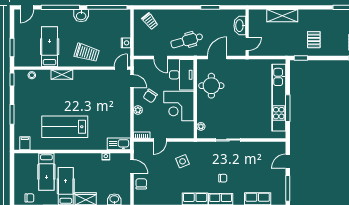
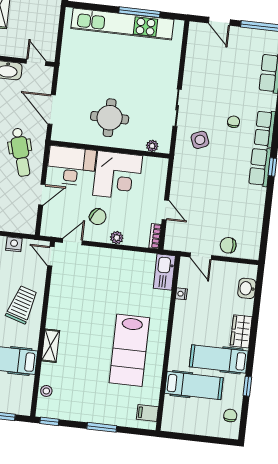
round table: (211, 86) -> (110, 118), moved
side table: (183, 161) -> (200, 140), moved
door: (132, 167) -> (201, 256), swing flipped

